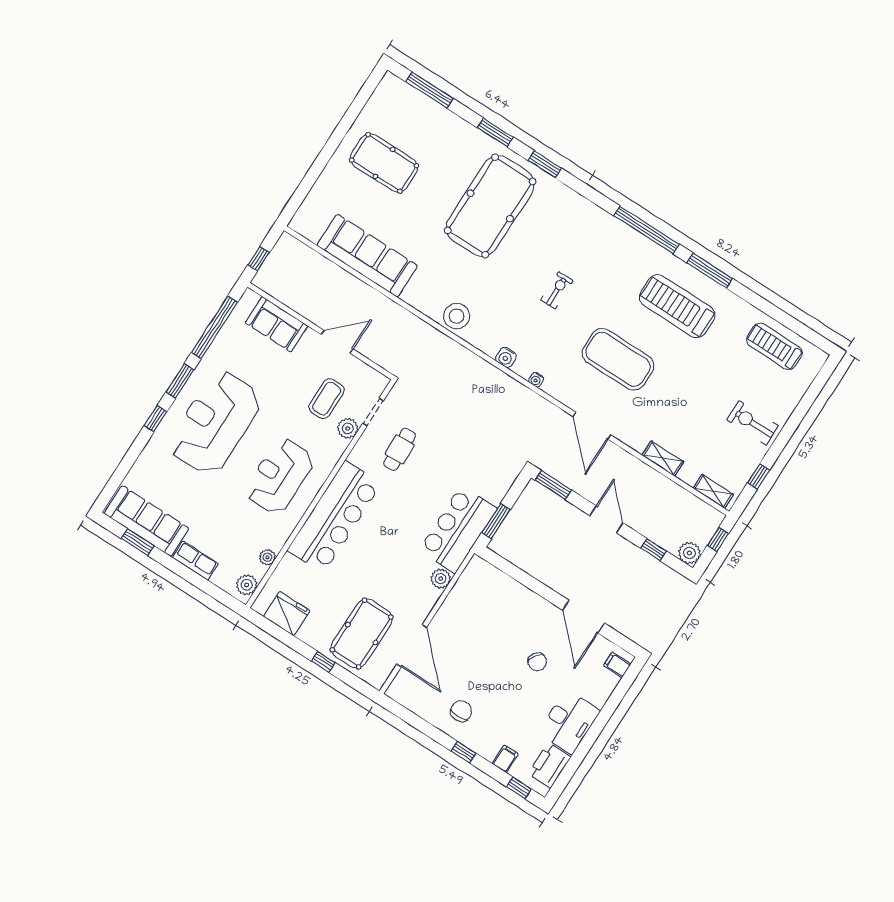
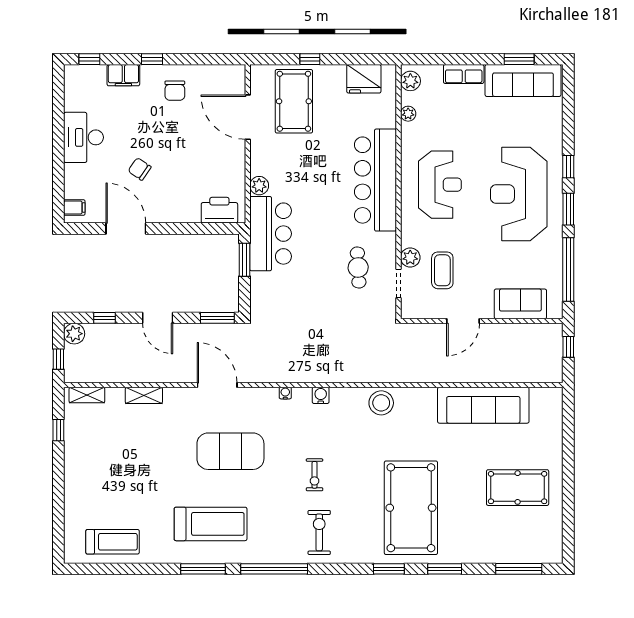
reception desk: (215, 423) -> (519, 194), turned 180
exercise bike: (753, 423) -> (319, 532), moved, turned -90
filing cabinet: (505, 759) -> (123, 75), width x2.00
printer: (549, 765) -> (219, 210), moved, turned -90

